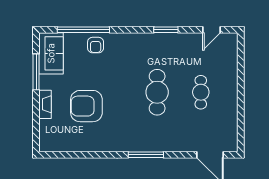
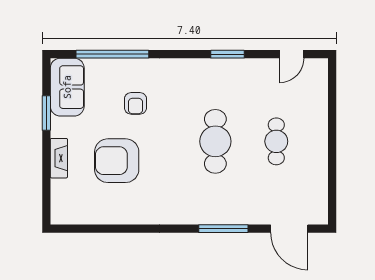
armchair: (96, 45) -> (135, 103), moved
window: (36, 72) -> (46, 113), width x0.69
window: (146, 155) -> (223, 229), moved

